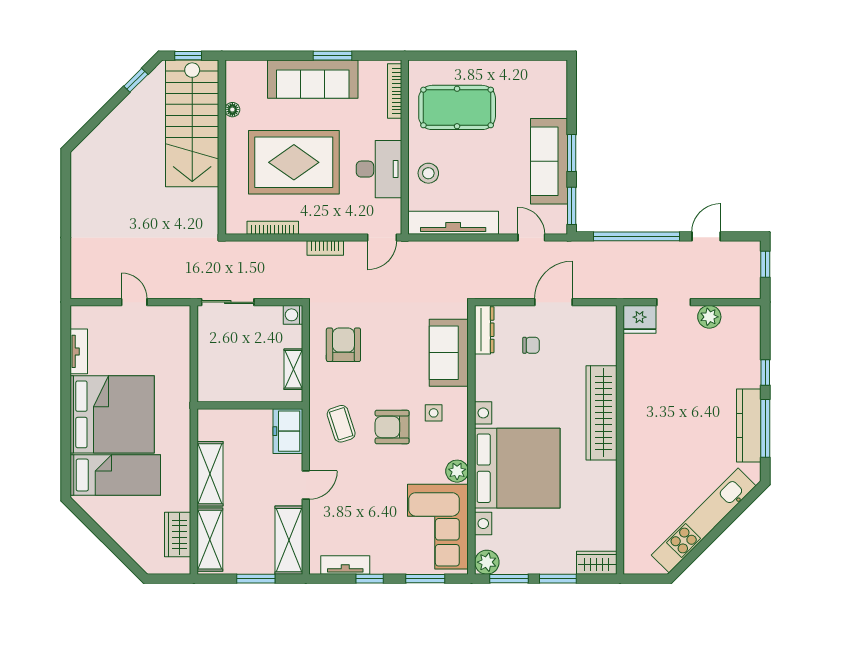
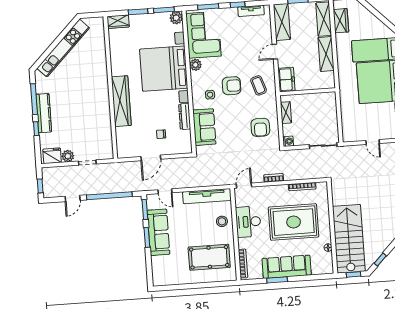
fridge: (640, 319) -> (52, 156), moved
dresser: (484, 330) -> (185, 116), moved
kitchen counter: (749, 426) -> (44, 113), moved

